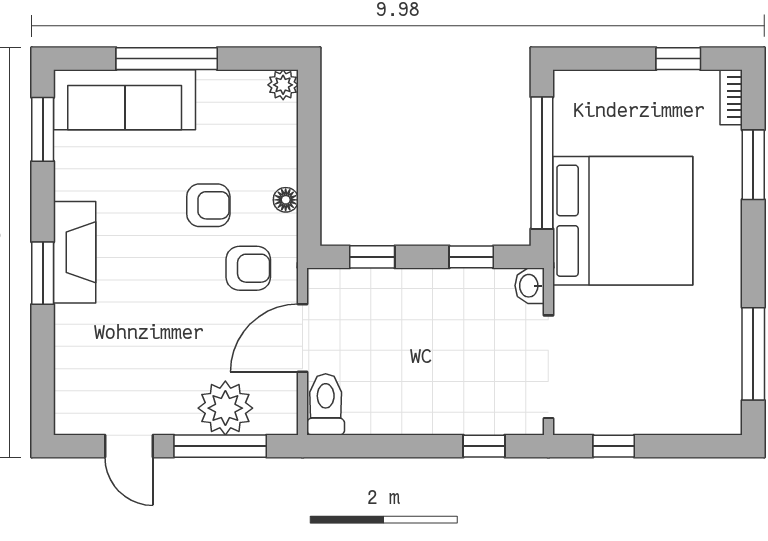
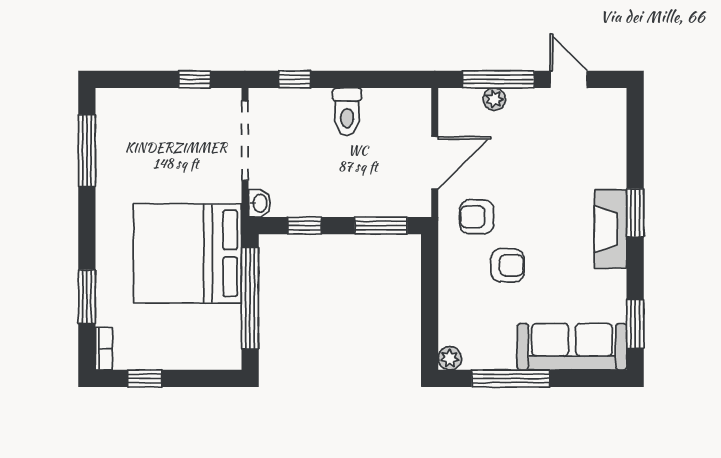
window: (167, 59) -> (511, 378), moved
floor lamp: (286, 200) -> (448, 270), removed
armchair: (208, 205) -> (507, 265), turned 180
window: (372, 257) -> (381, 226), width x1.50
toilet: (326, 404) -> (347, 112), moved
plant: (225, 408) -> (494, 99), width x0.53, depth x0.53

